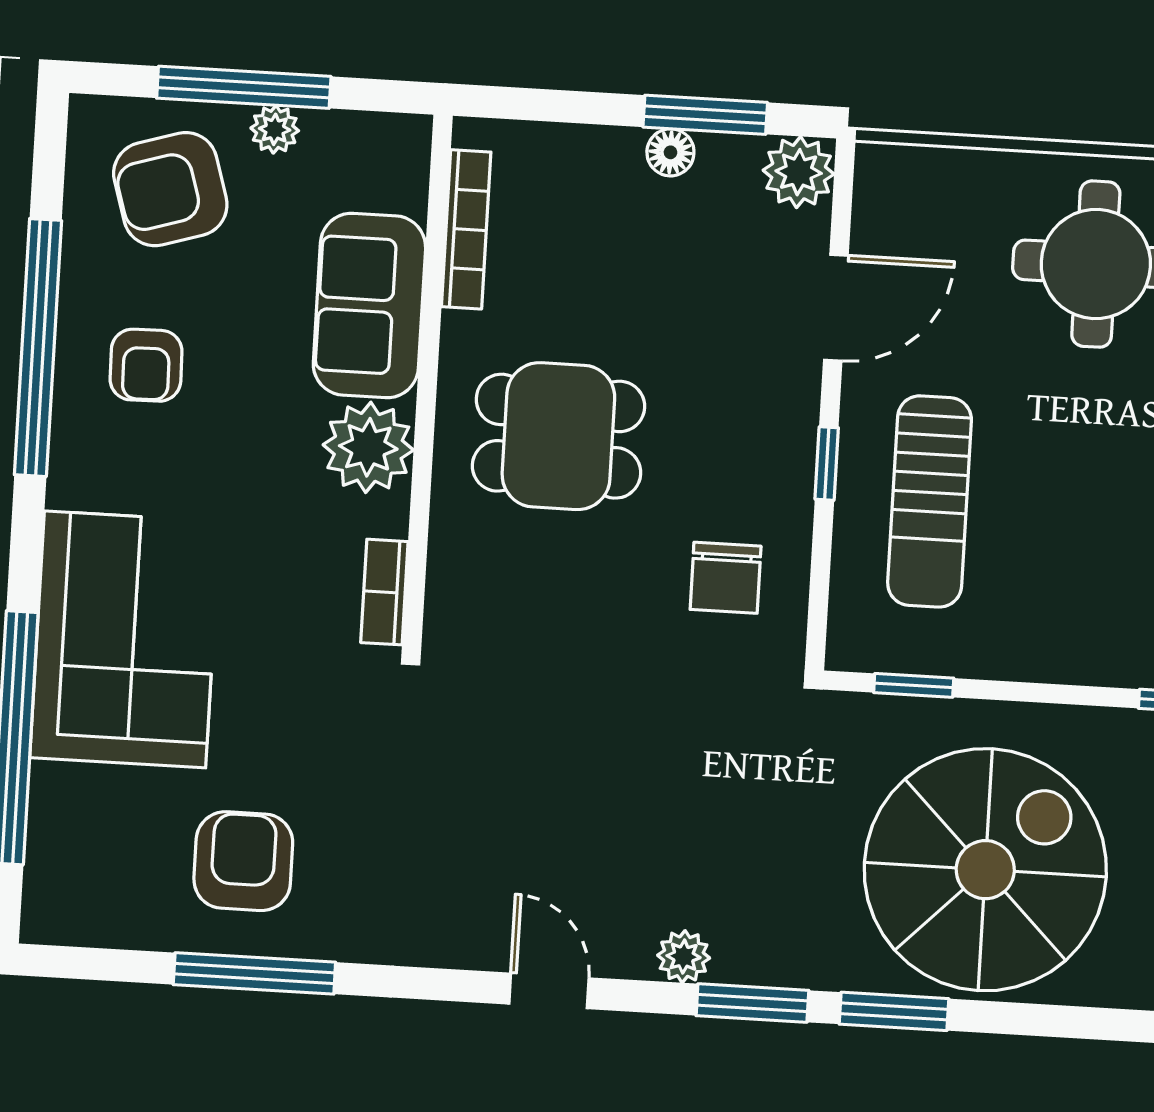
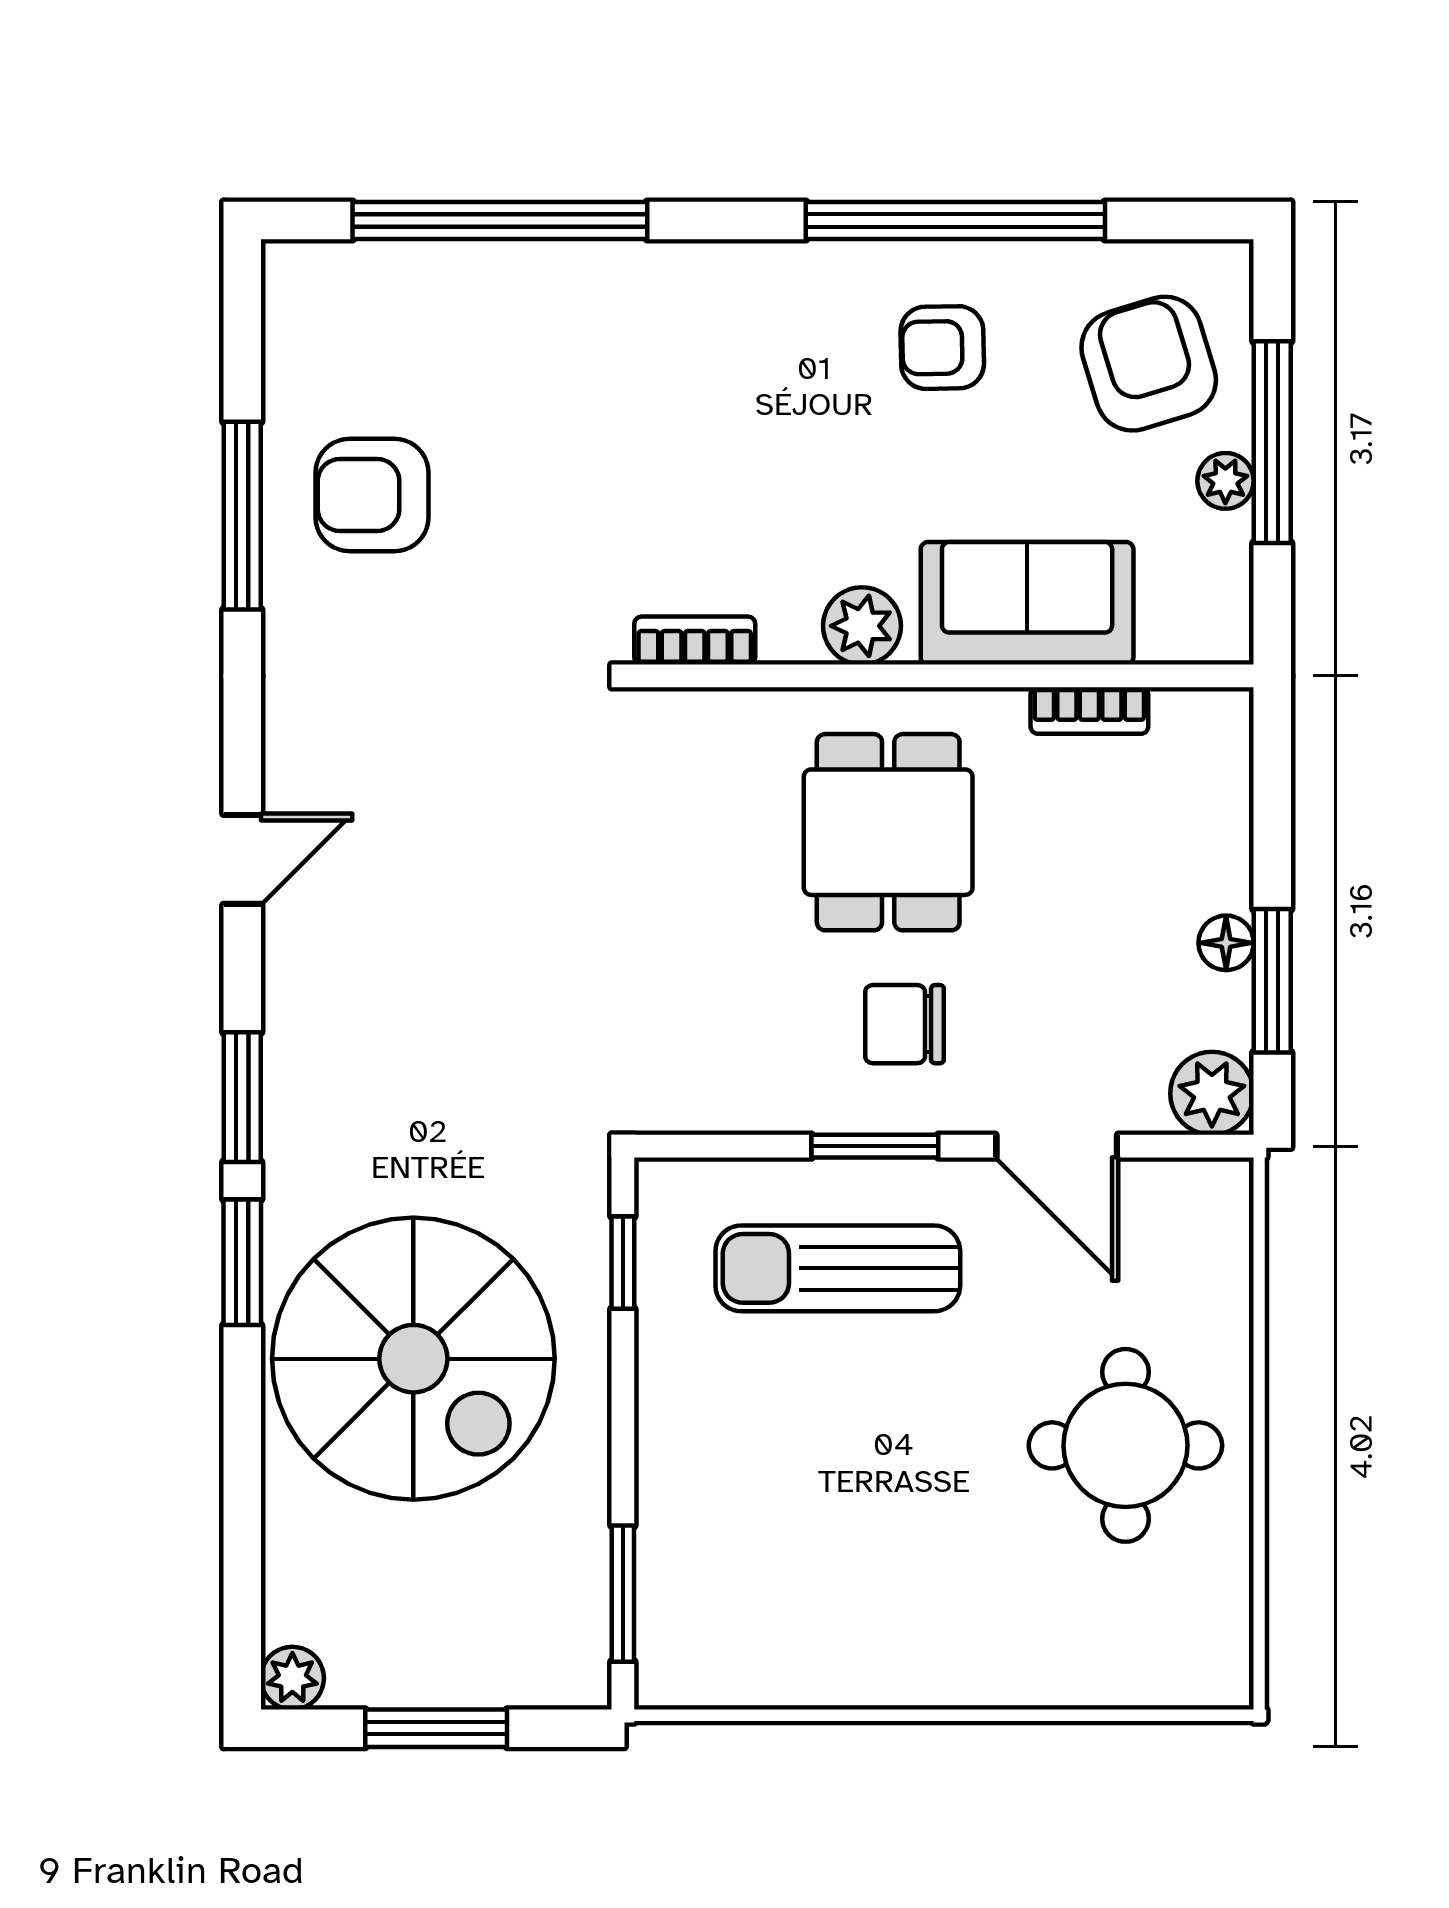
bookcase: (466, 229) -> (1089, 711), width x0.64
plant: (368, 447) -> (862, 626), width x0.73, depth x0.73
window: (827, 464) -> (875, 1146), width x1.50
chair: (726, 578) -> (905, 1024), moved
corner sofa: (125, 639) -> (622, 342), removed
armchair: (243, 861) -> (372, 495), turned 180
plant: (684, 957) -> (291, 1014), removed

